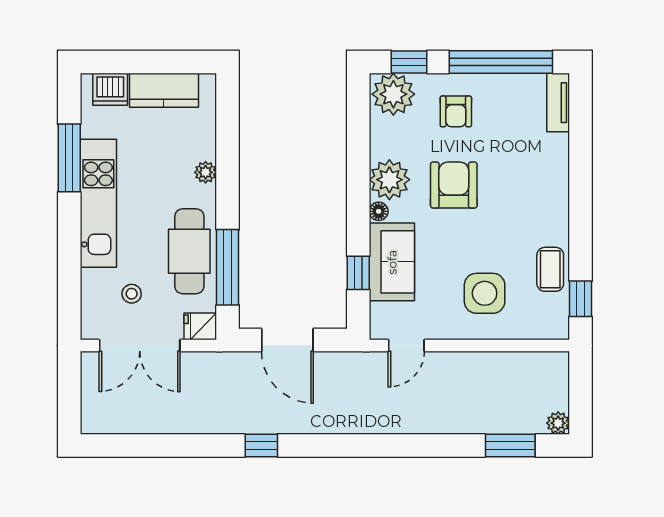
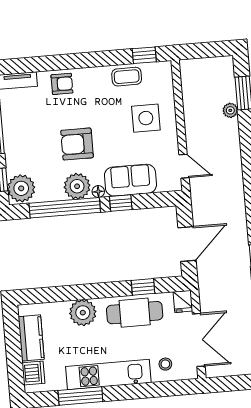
armchair: (456, 111) -> (62, 84), moved
window: (358, 158) -> (65, 208), added
plant: (206, 172) -> (83, 313), width x1.88, depth x1.88
window: (228, 267) -> (143, 287), width x0.46
window: (358, 273) -> (121, 203), moved
stool: (132, 294) -> (165, 364), moved
plant: (558, 423) -> (230, 110), moved

